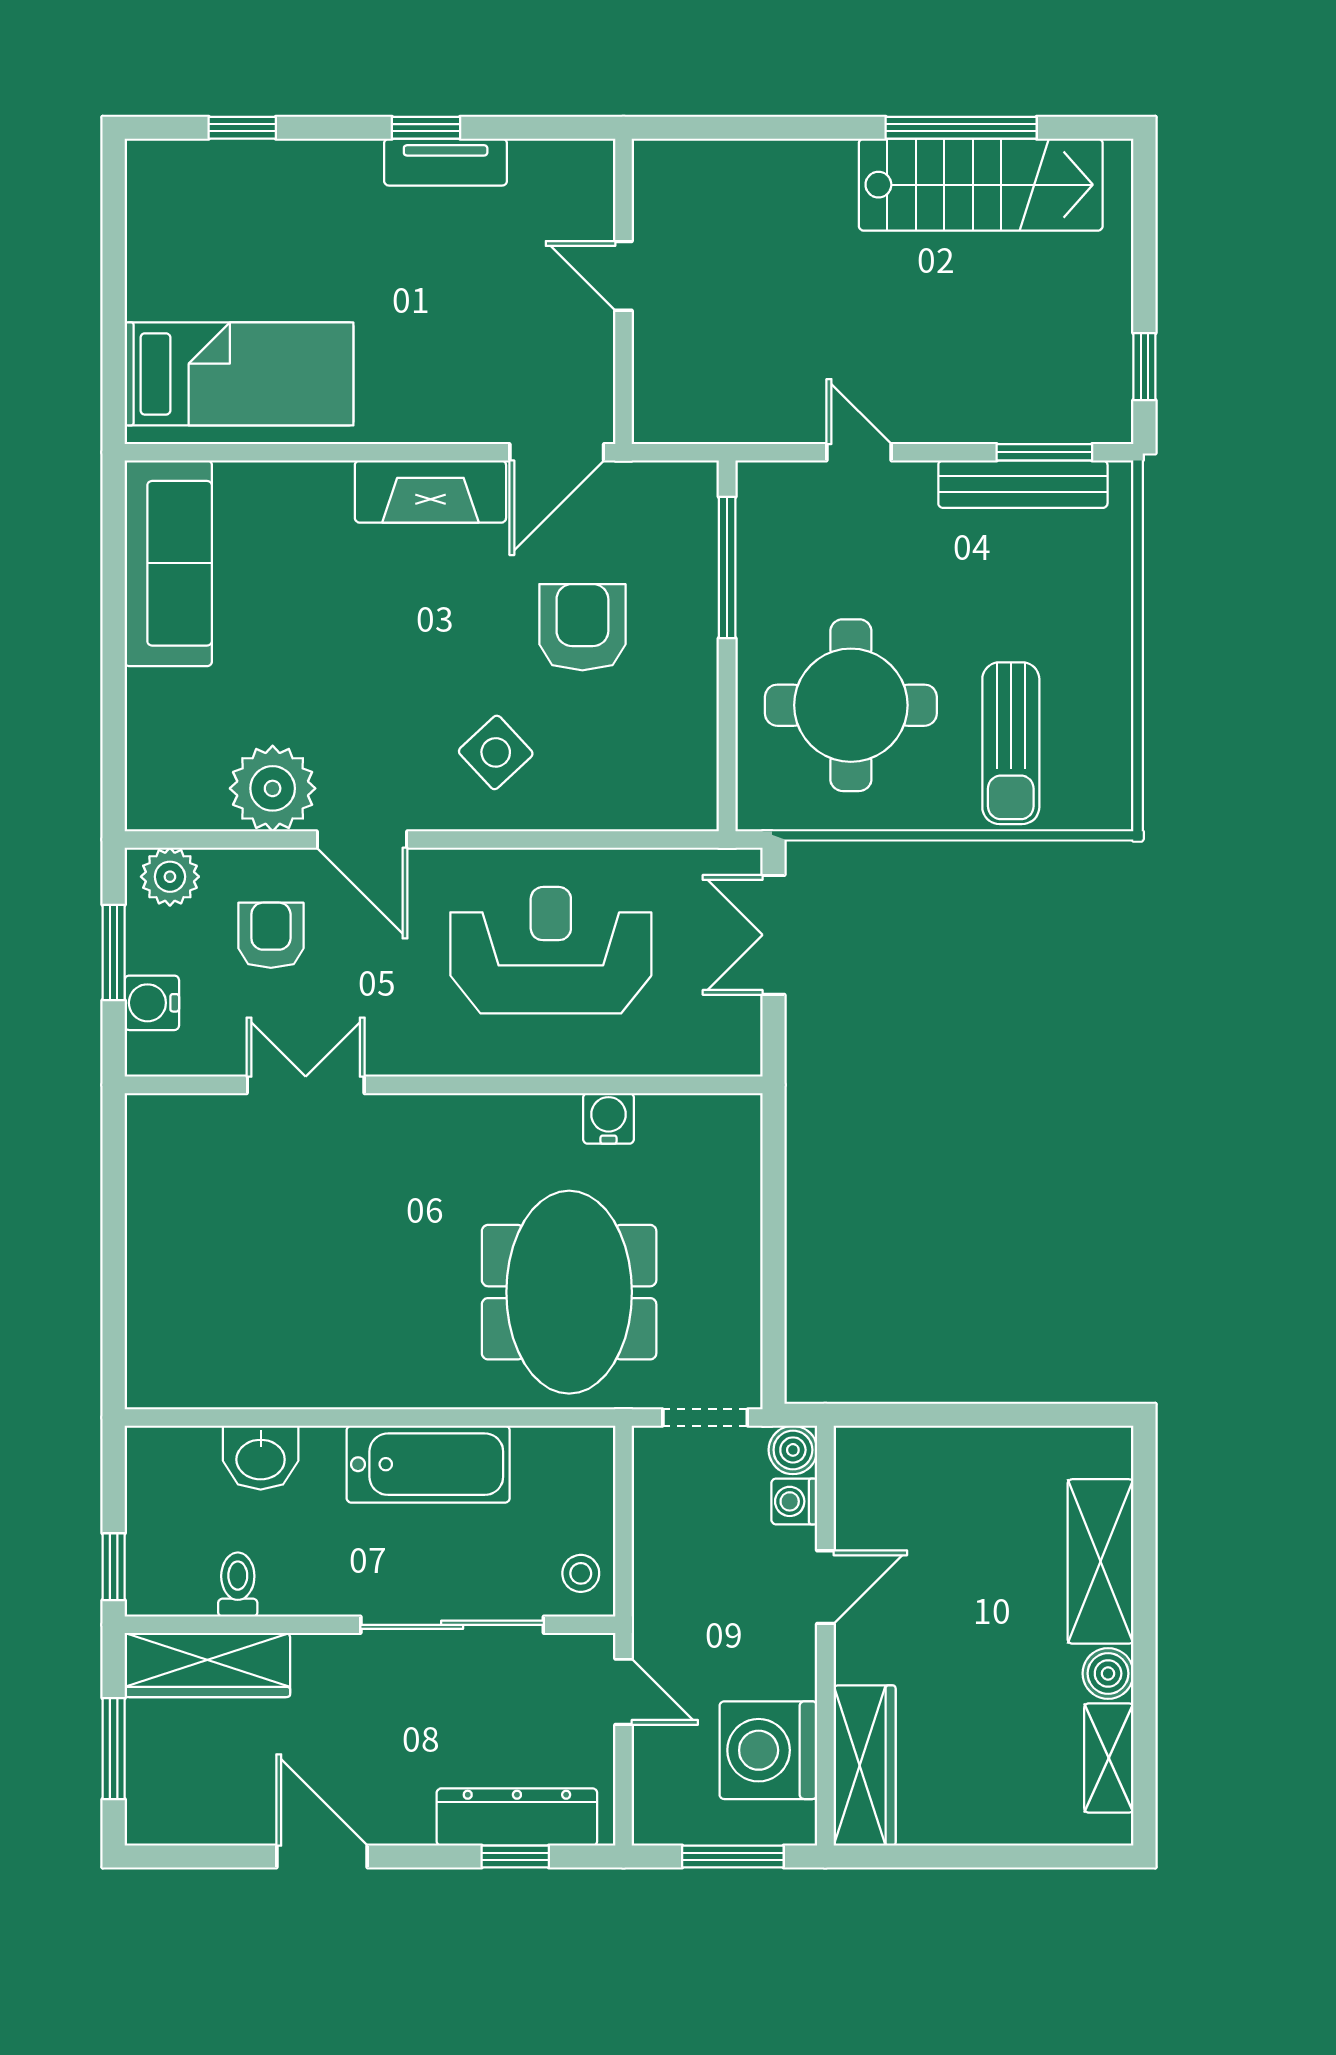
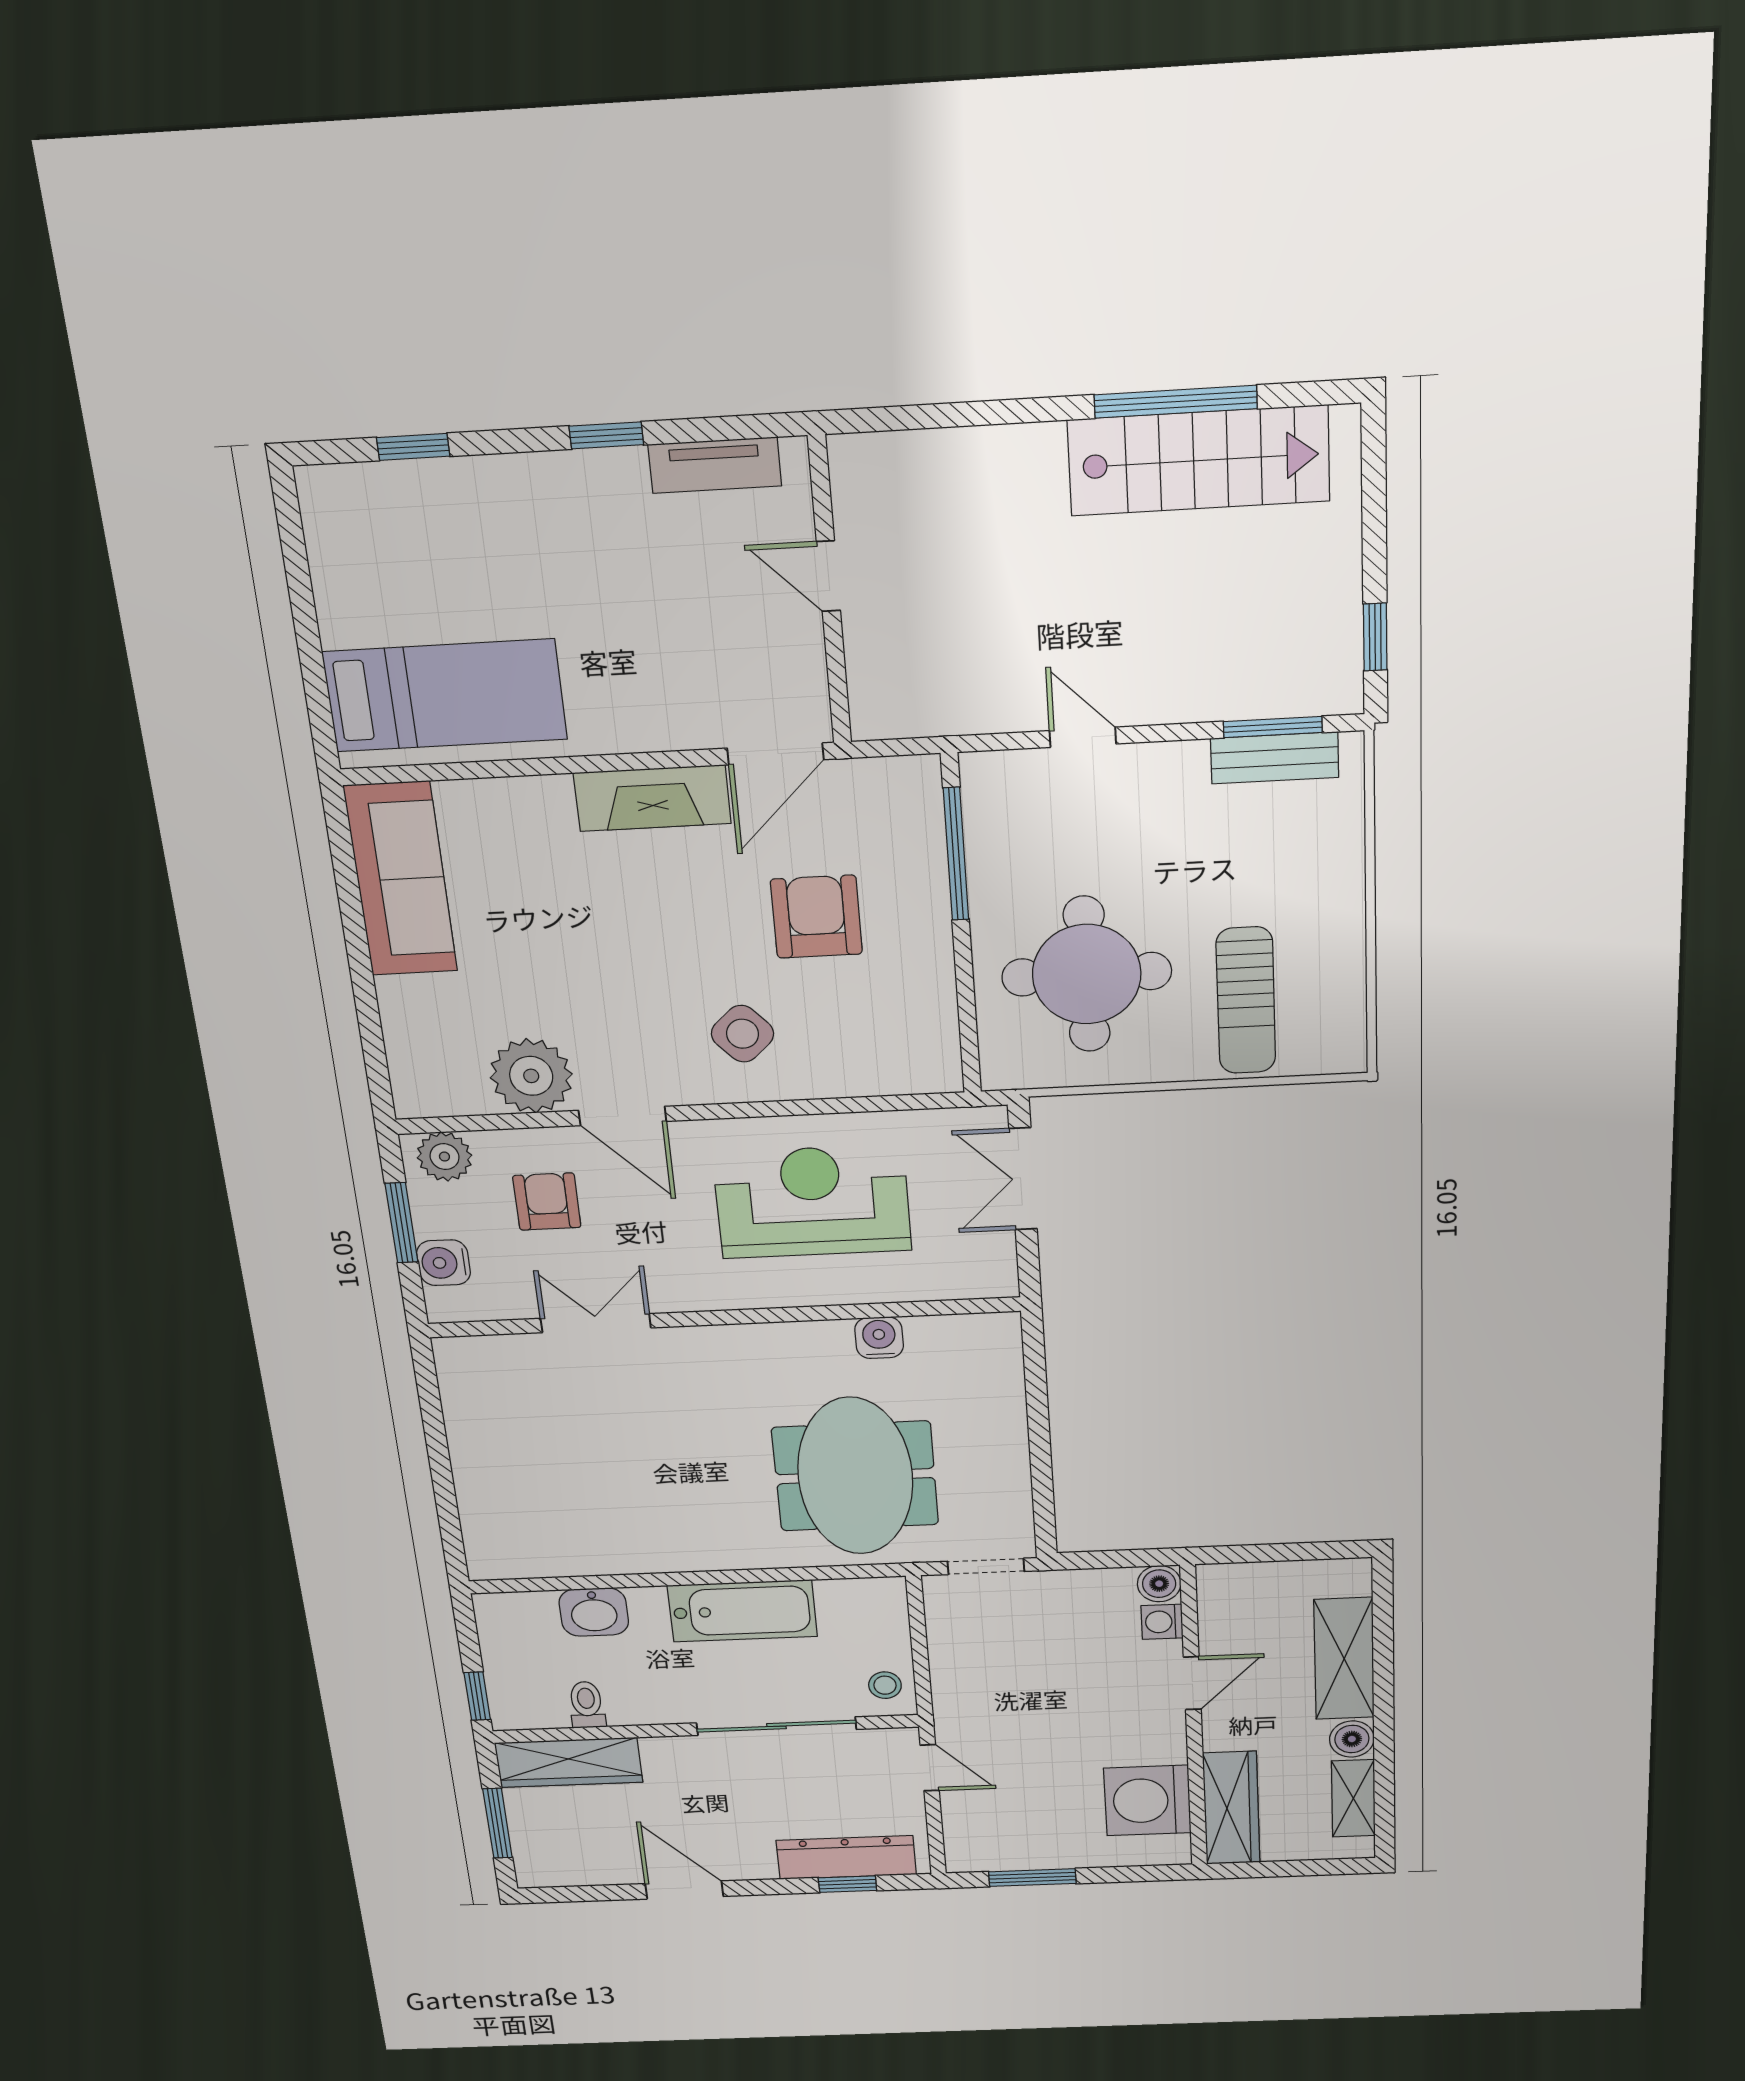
tv unit: (446, 162) -> (715, 465), moved
bench: (1023, 484) -> (1275, 758), width x0.73
boiler: (793, 1450) -> (1159, 1584), moved
washing machine: (794, 1501) -> (1162, 1622), moved
door: (825, 1587) -> (1192, 1683), moved
wall: (825, 1636) -> (1194, 1718), moved
washing machine: (768, 1750) -> (1147, 1801), moved
wardrobe: (865, 1765) -> (1231, 1808), moved

